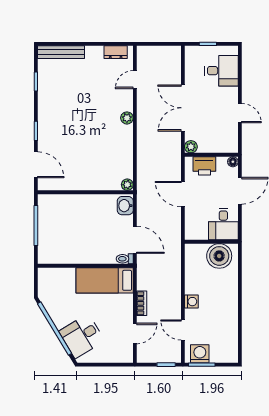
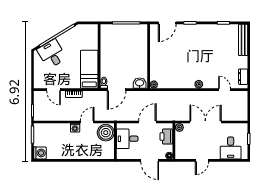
desk: (223, 224) -> (127, 139), moved
boiler: (219, 256) -> (106, 133), moved
door: (183, 330) -> (87, 122), moved
washing machine: (200, 354) -> (40, 153), moved

